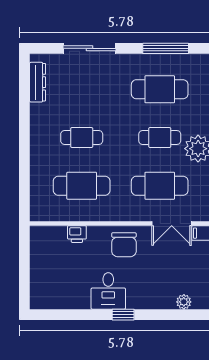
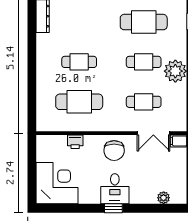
cafe table: (160, 186) -> (144, 102), width x0.73, depth x0.74
corner desk: (55, 284) -> (57, 183), added
desk: (108, 291) -> (115, 189), moved

